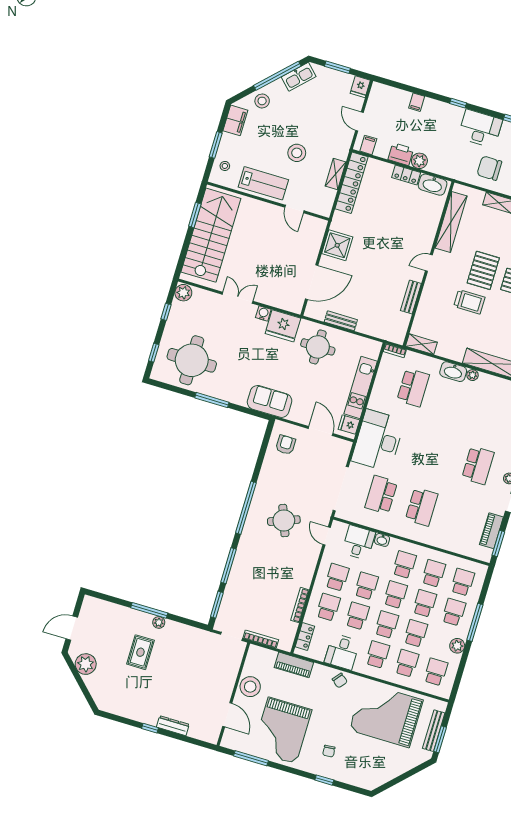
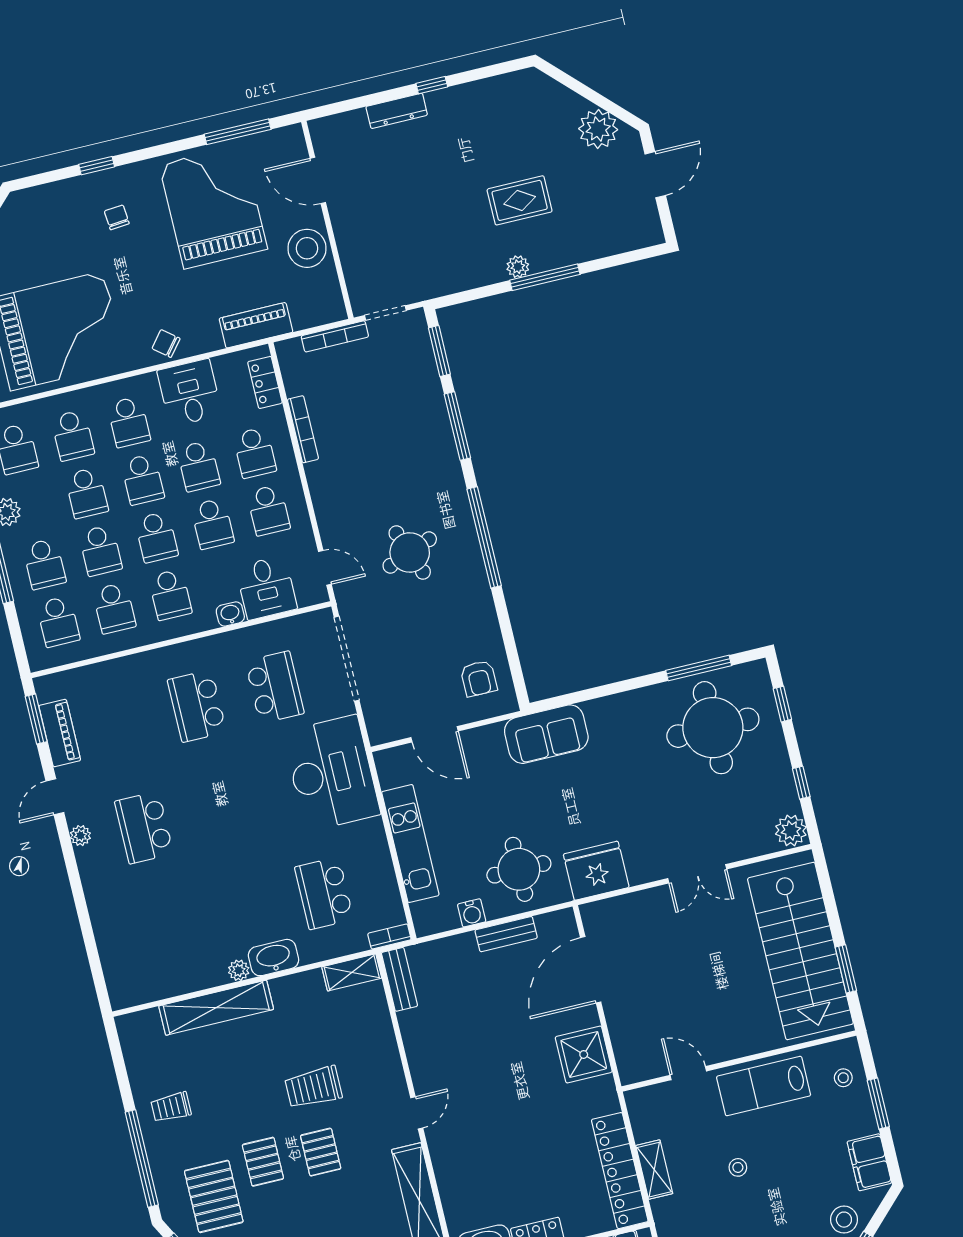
stool: (297, 153) -> (738, 1167), width x0.53, depth x0.53
pallet: (483, 270) -> (321, 1152), width x0.67, depth x0.71
bench: (411, 297) -> (399, 979), moved
water cooler: (263, 313) -> (472, 913), moved
window: (212, 400) -> (699, 668), moved
fridge: (349, 425) -> (394, 772), removed
rug: (140, 652) -> (520, 200), turned 90

